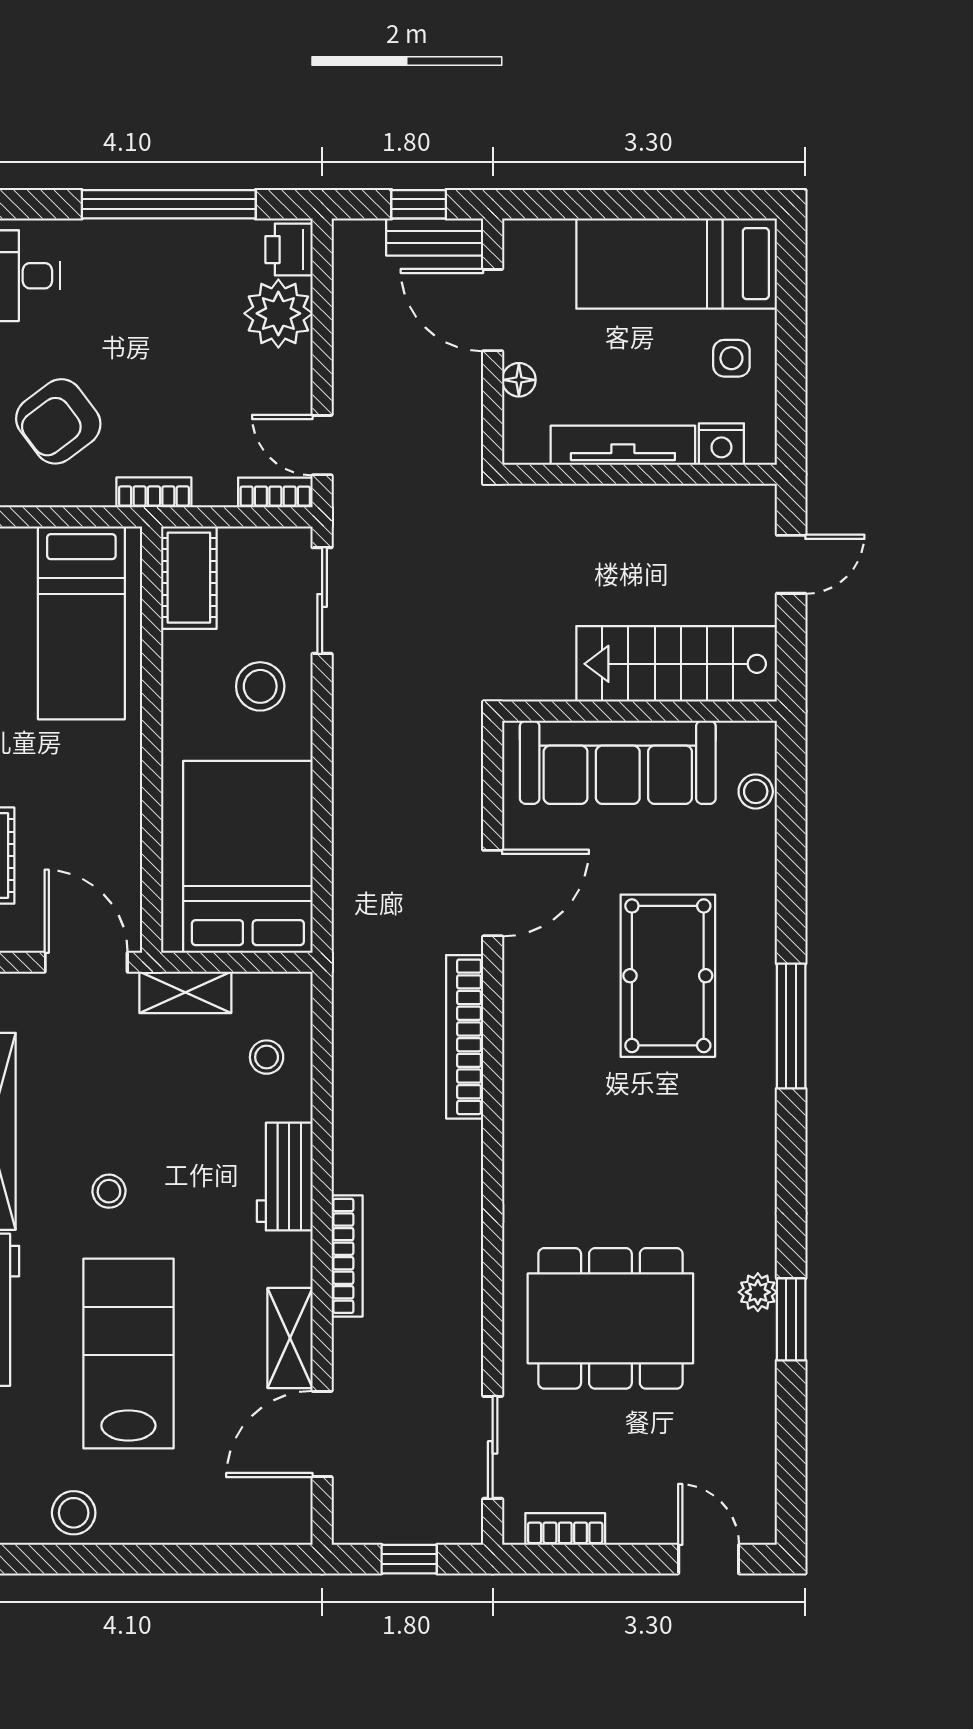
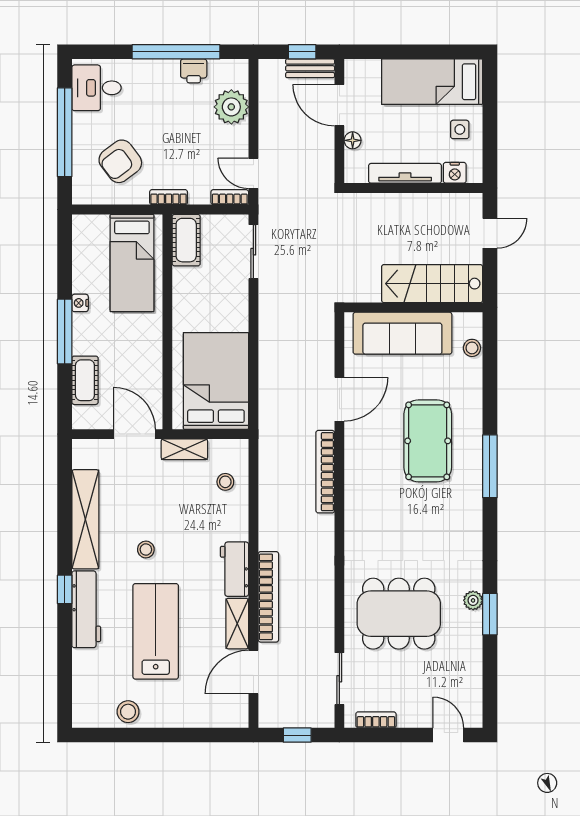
printer: (289, 250) -> (194, 71), moved, turned -90
stool: (260, 686) -> (222, 295), removed
workbench: (285, 1177) -> (235, 569), moved
bookcase: (347, 1256) -> (268, 597), width x1.48, depth x1.31

